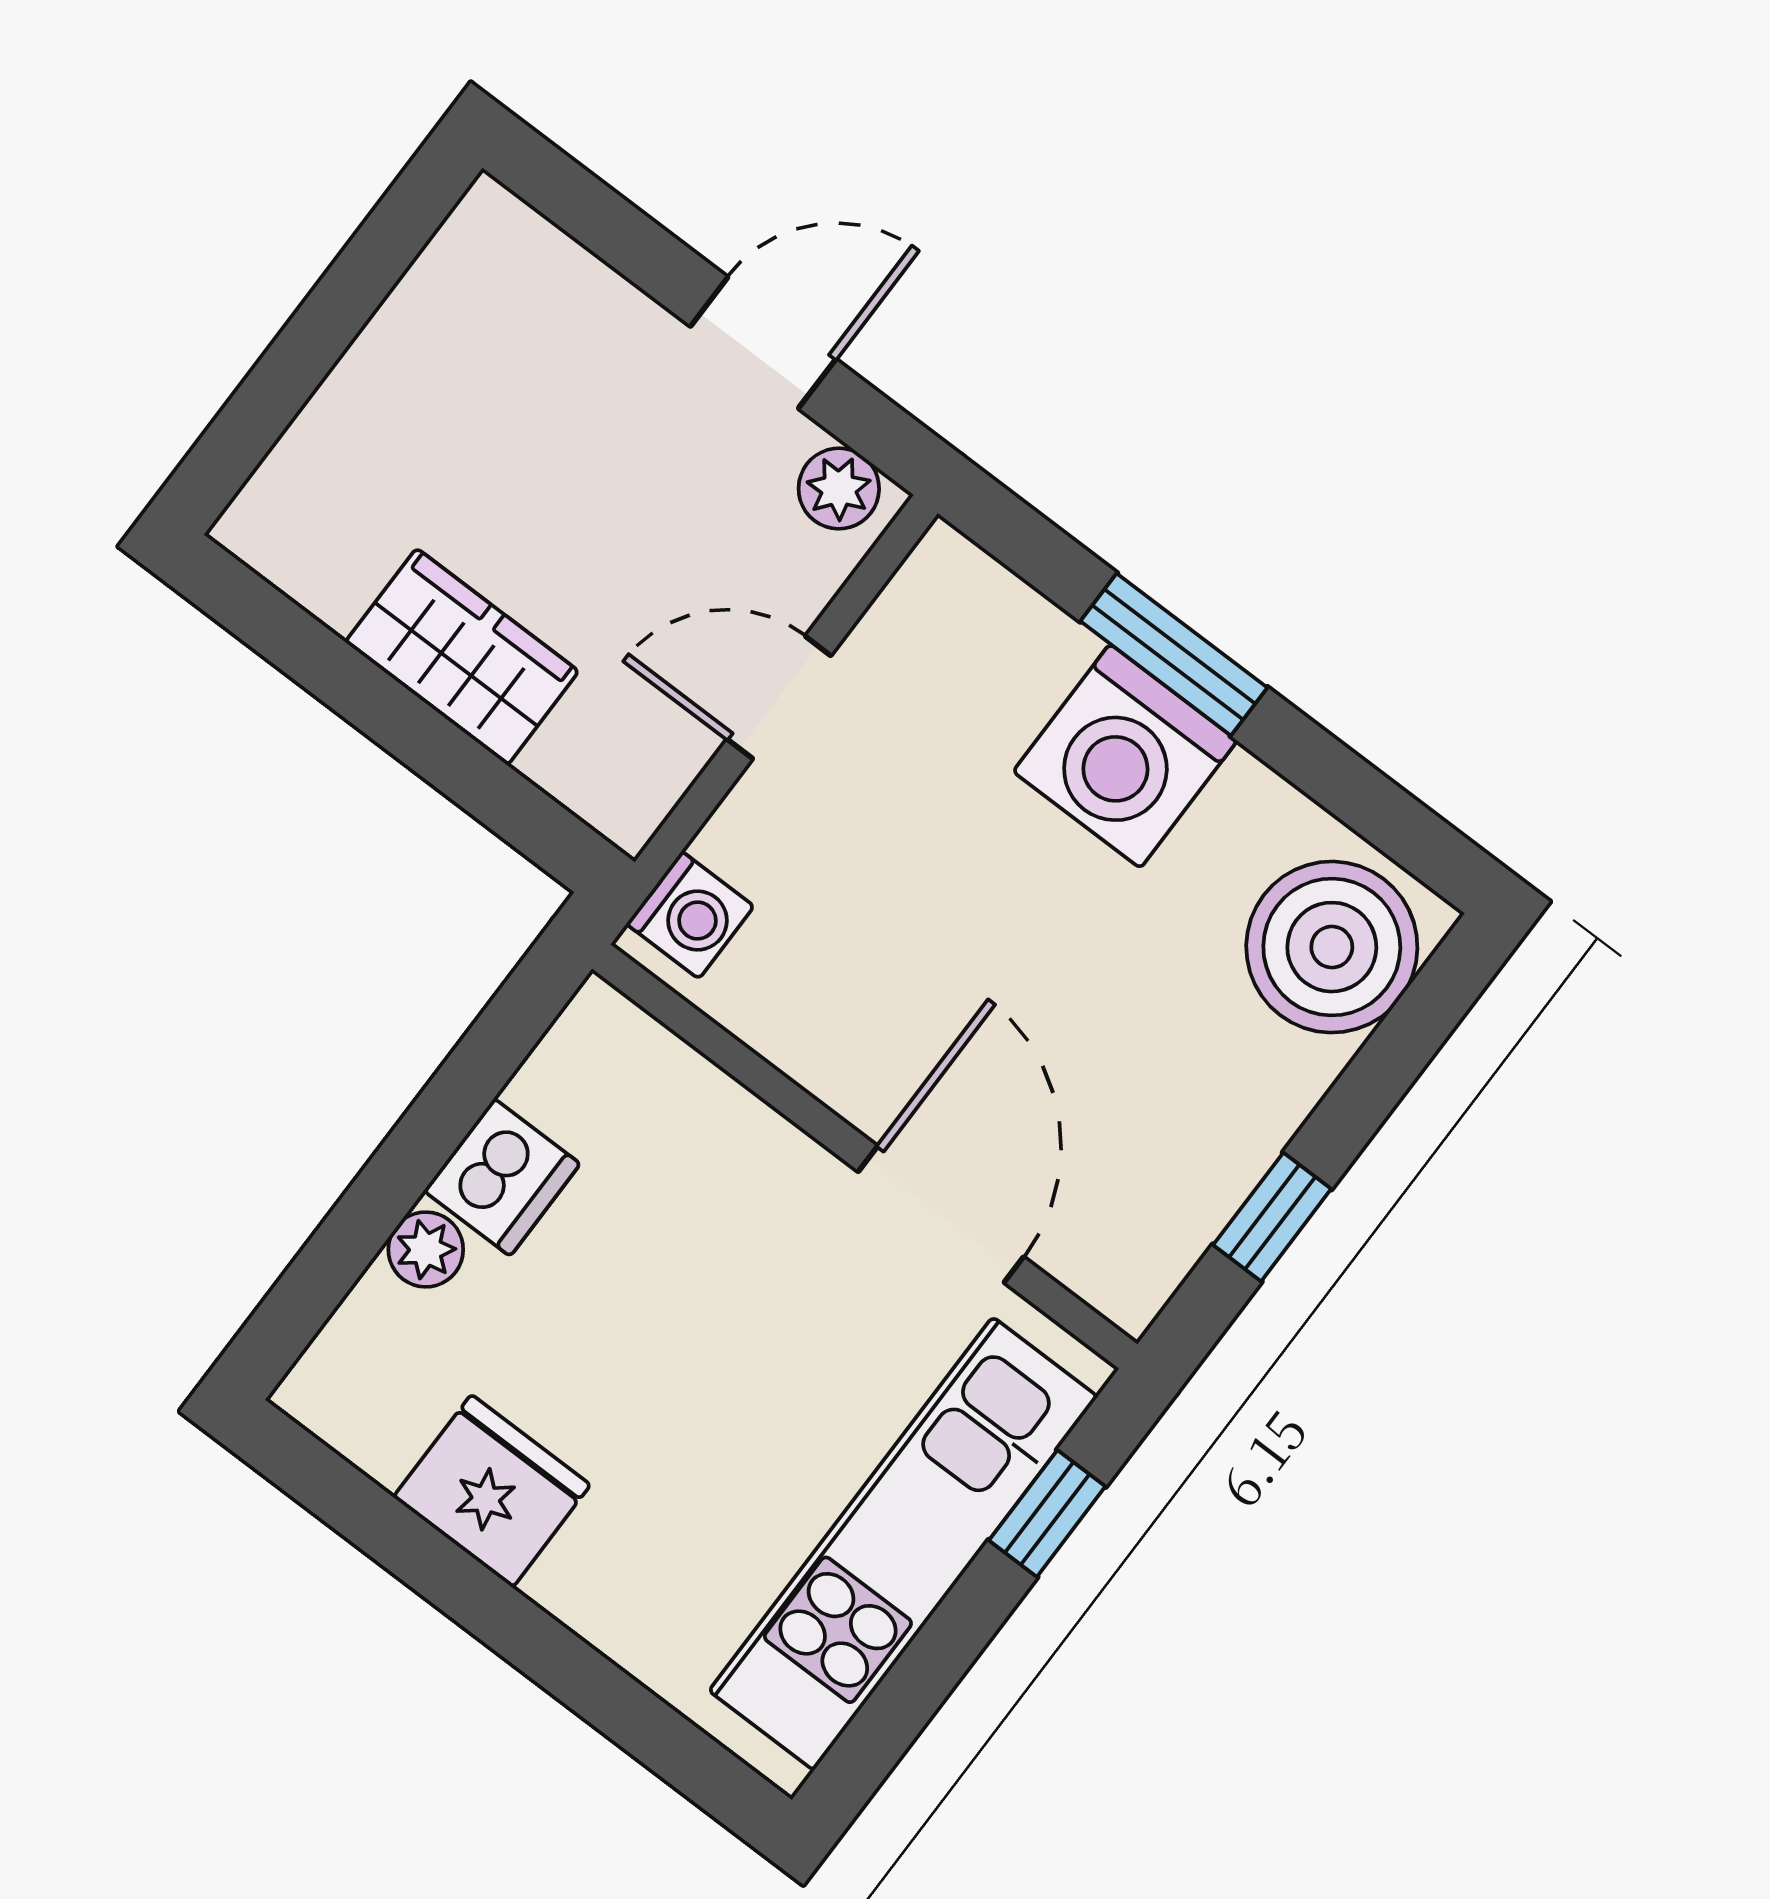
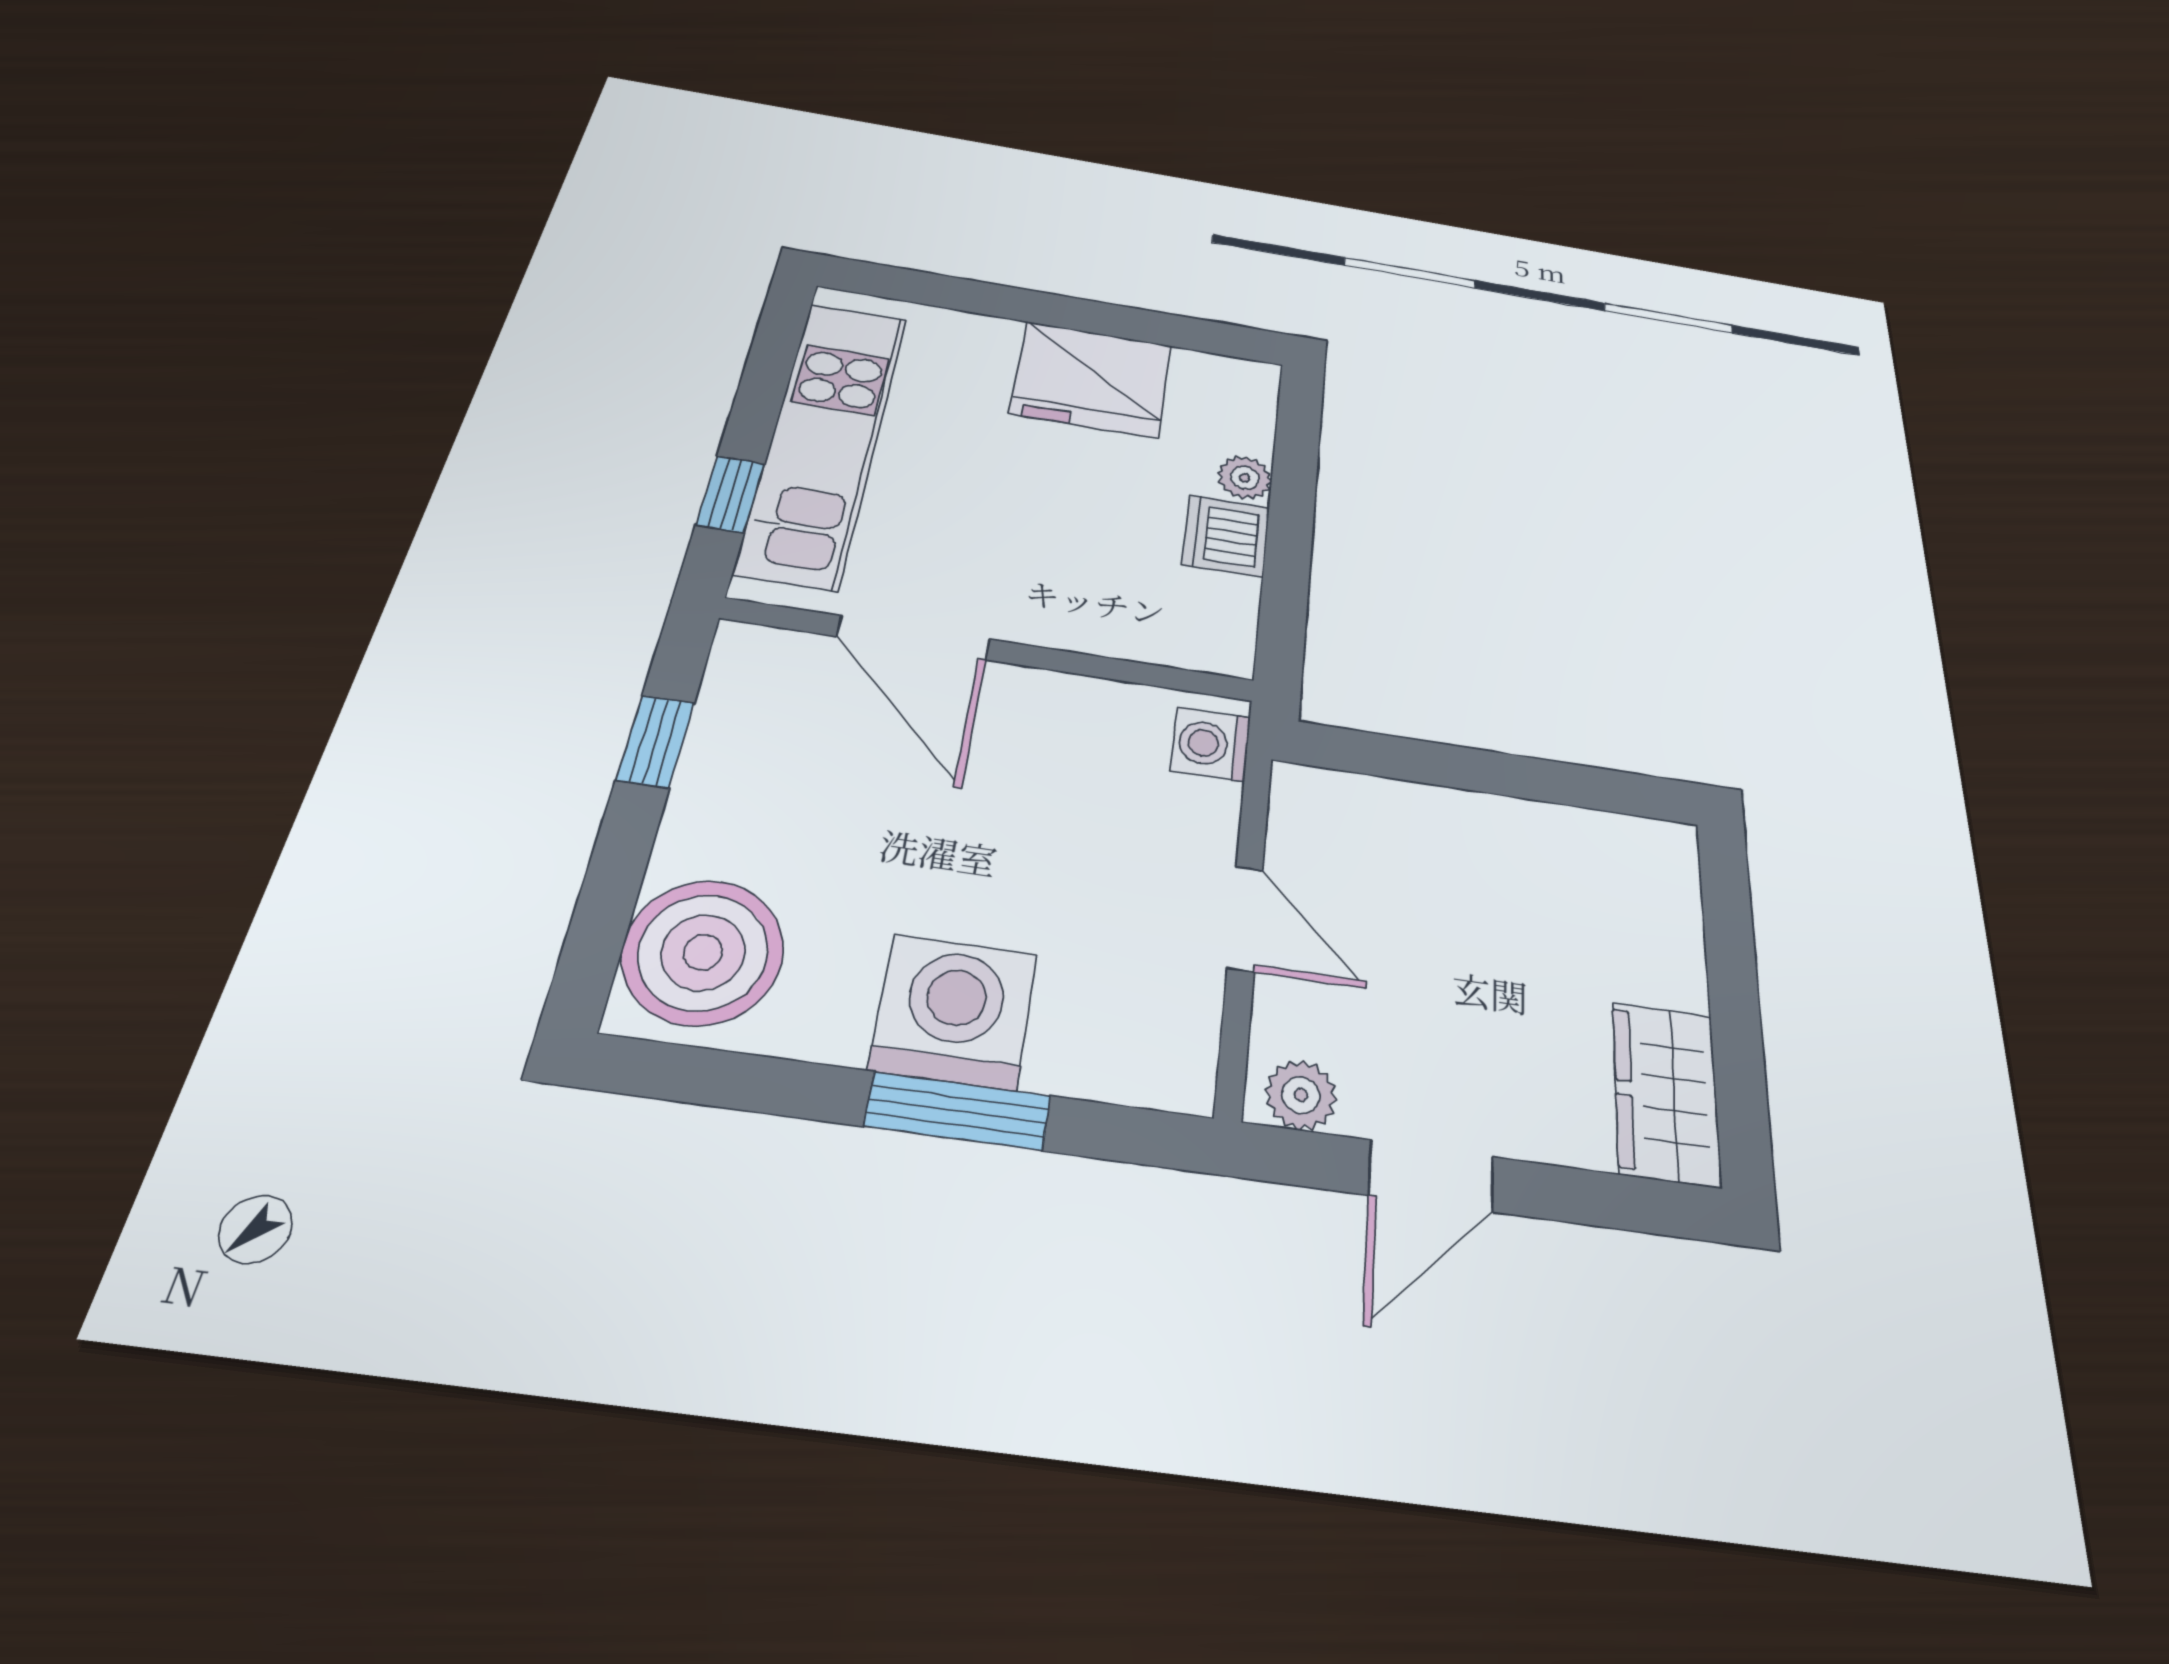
wardrobe: (462, 657) -> (1666, 1093), moved, turned 90
door: (779, 697) -> (1245, 918), hinge flipped
fridge: (492, 1491) -> (1092, 379), width x1.36, depth x1.34

